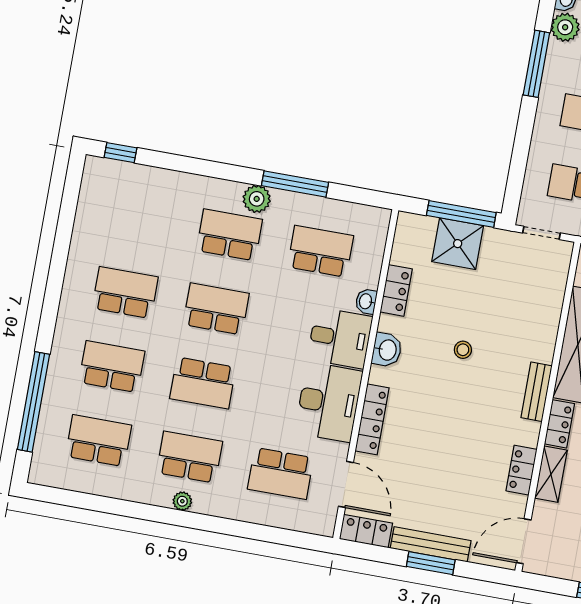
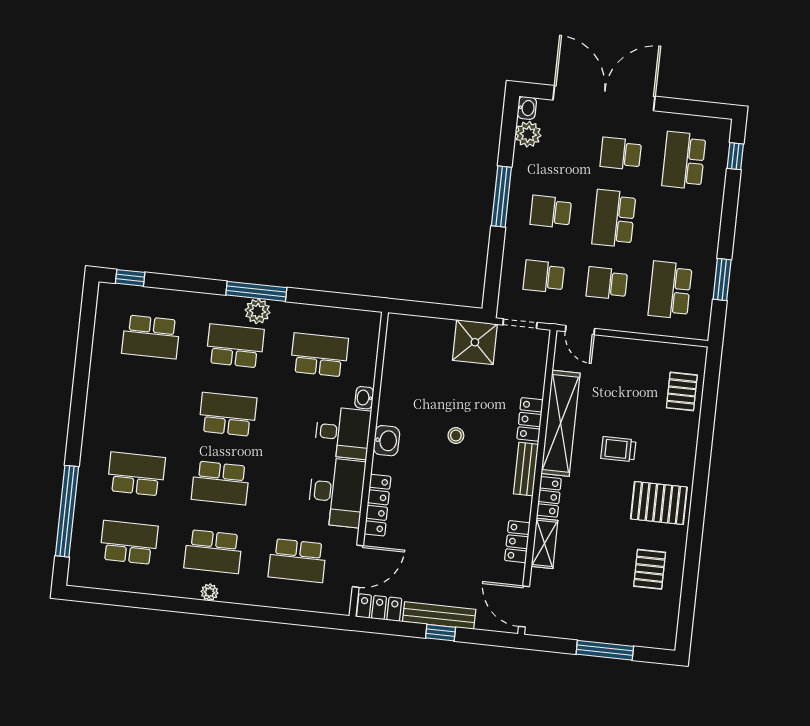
window: (536, 64) -> (501, 197), moved
window: (295, 184) -> (256, 291), moved
window: (461, 214) -> (446, 312), removed
shower: (458, 244) -> (475, 342), moved
locker: (396, 290) -> (530, 419), moved, turned 180
school desk: (125, 293) -> (151, 337), moved, turned 180
school desk: (189, 457) -> (213, 552), turned 180
door: (346, 484) -> (358, 566), hinge flipped
door: (524, 541) -> (524, 607), hinge flipped
window: (431, 563) -> (441, 633), width x0.67

